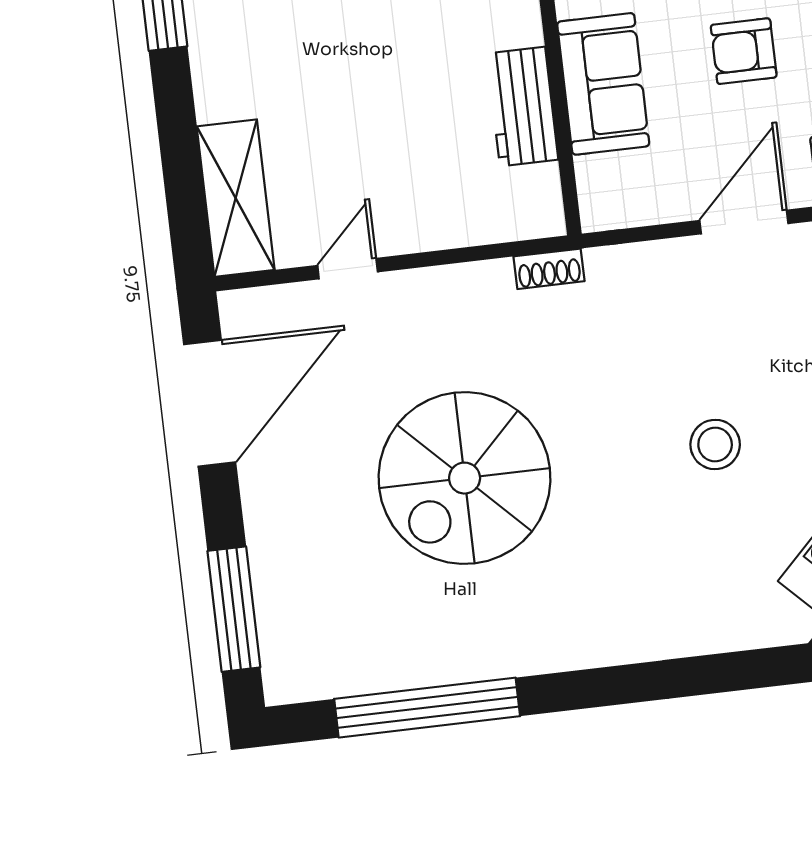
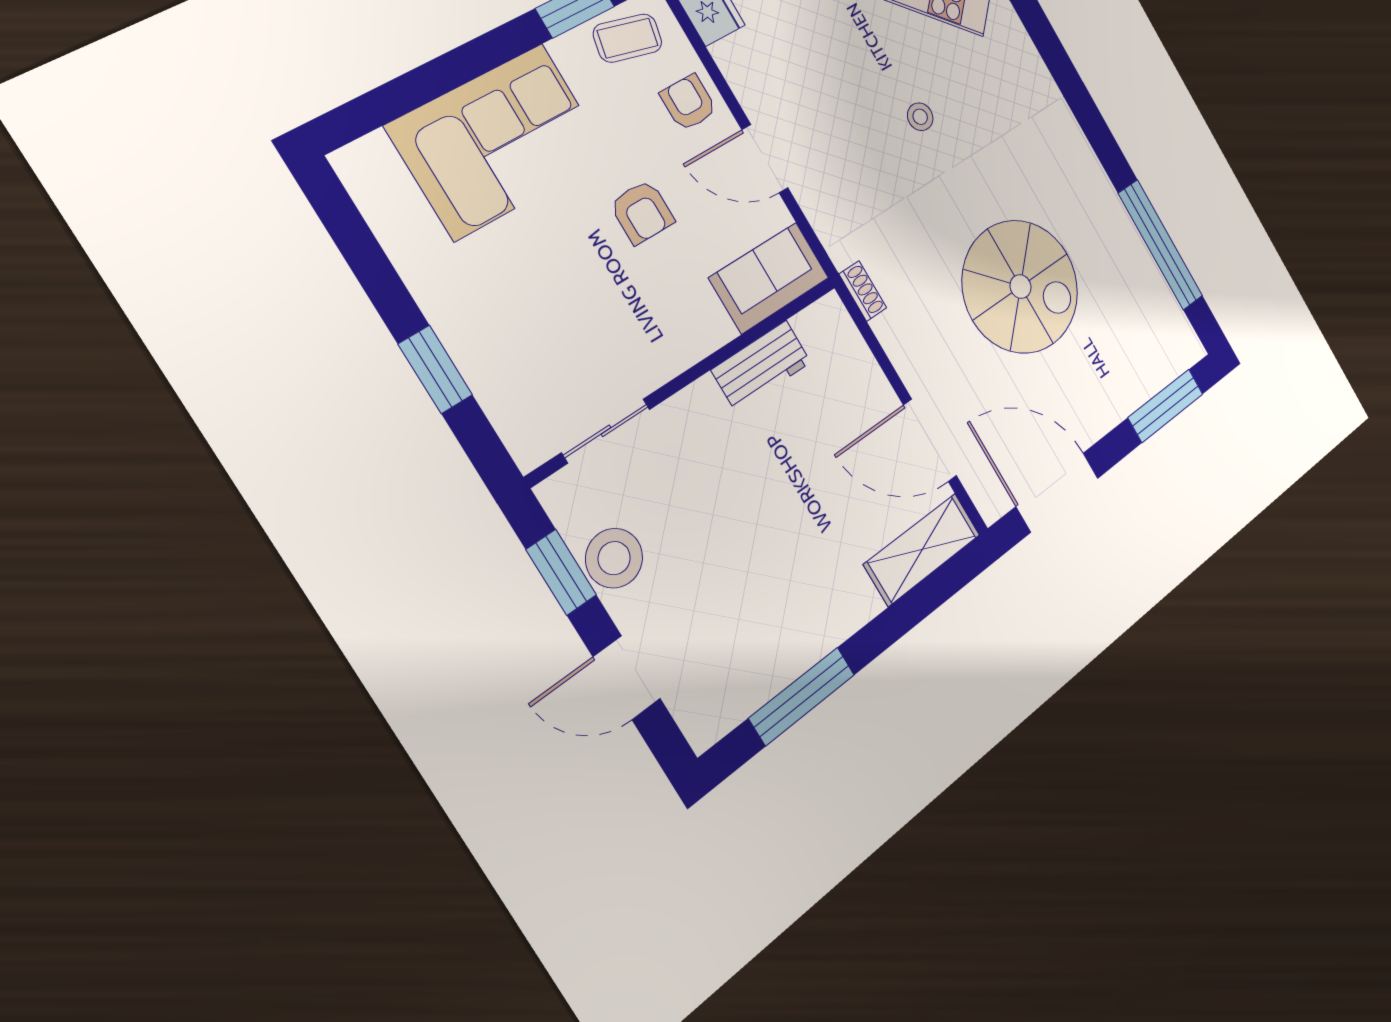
sofa: (603, 84) -> (769, 278), moved
door: (348, 269) -> (930, 440), width x1.88
stool: (715, 444) -> (920, 117), width x0.73, depth x0.73

